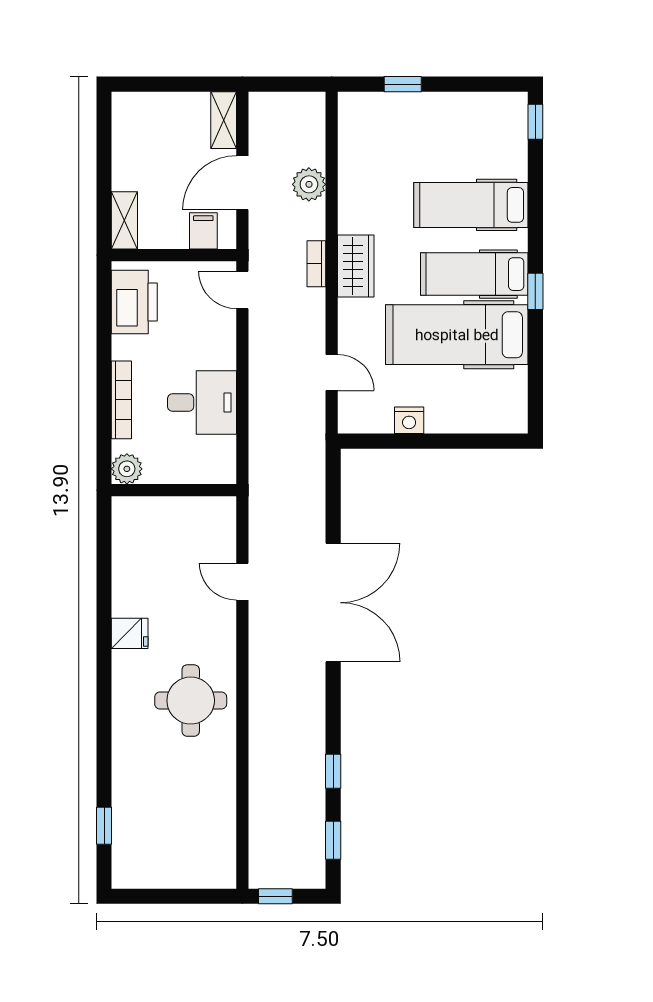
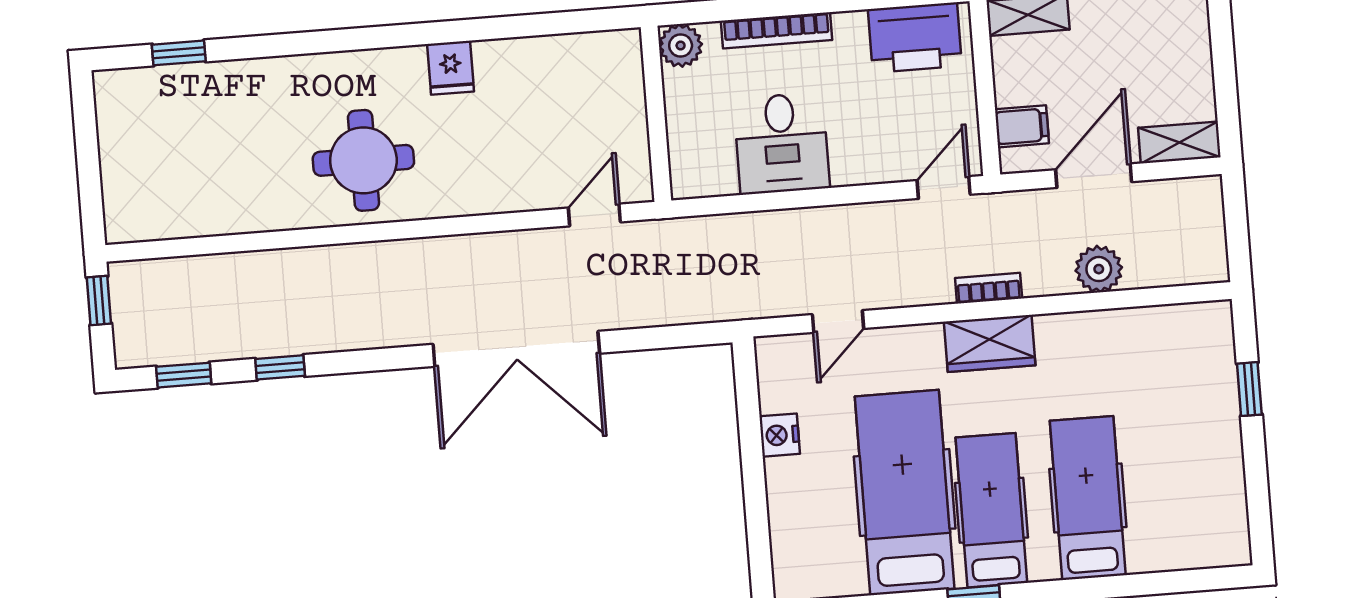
window: (535, 122) -> (1211, 579), removed
door: (242, 183) -> (1094, 176), hinge flipped
door: (242, 582) -> (594, 215), moved

